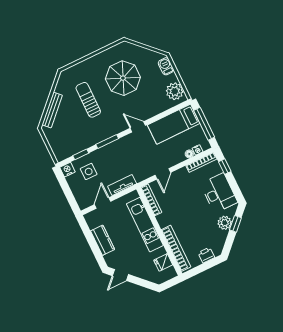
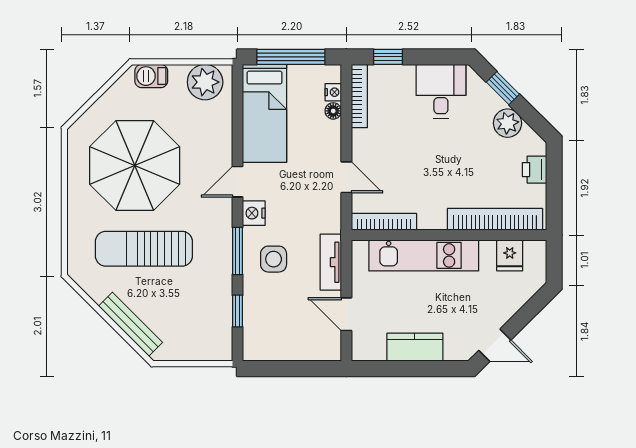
parasol: (123, 78) -> (135, 165), width x1.36, depth x1.36
sun lounger: (88, 100) -> (144, 249), width x1.36, depth x1.34
nightstand: (67, 170) -> (254, 213), moved
side table: (89, 171) -> (274, 259), moved
desk: (219, 193) -> (441, 91), width x0.73
plant: (225, 223) -> (508, 123), moved
door: (120, 275) -> (495, 345), hinge flipped

